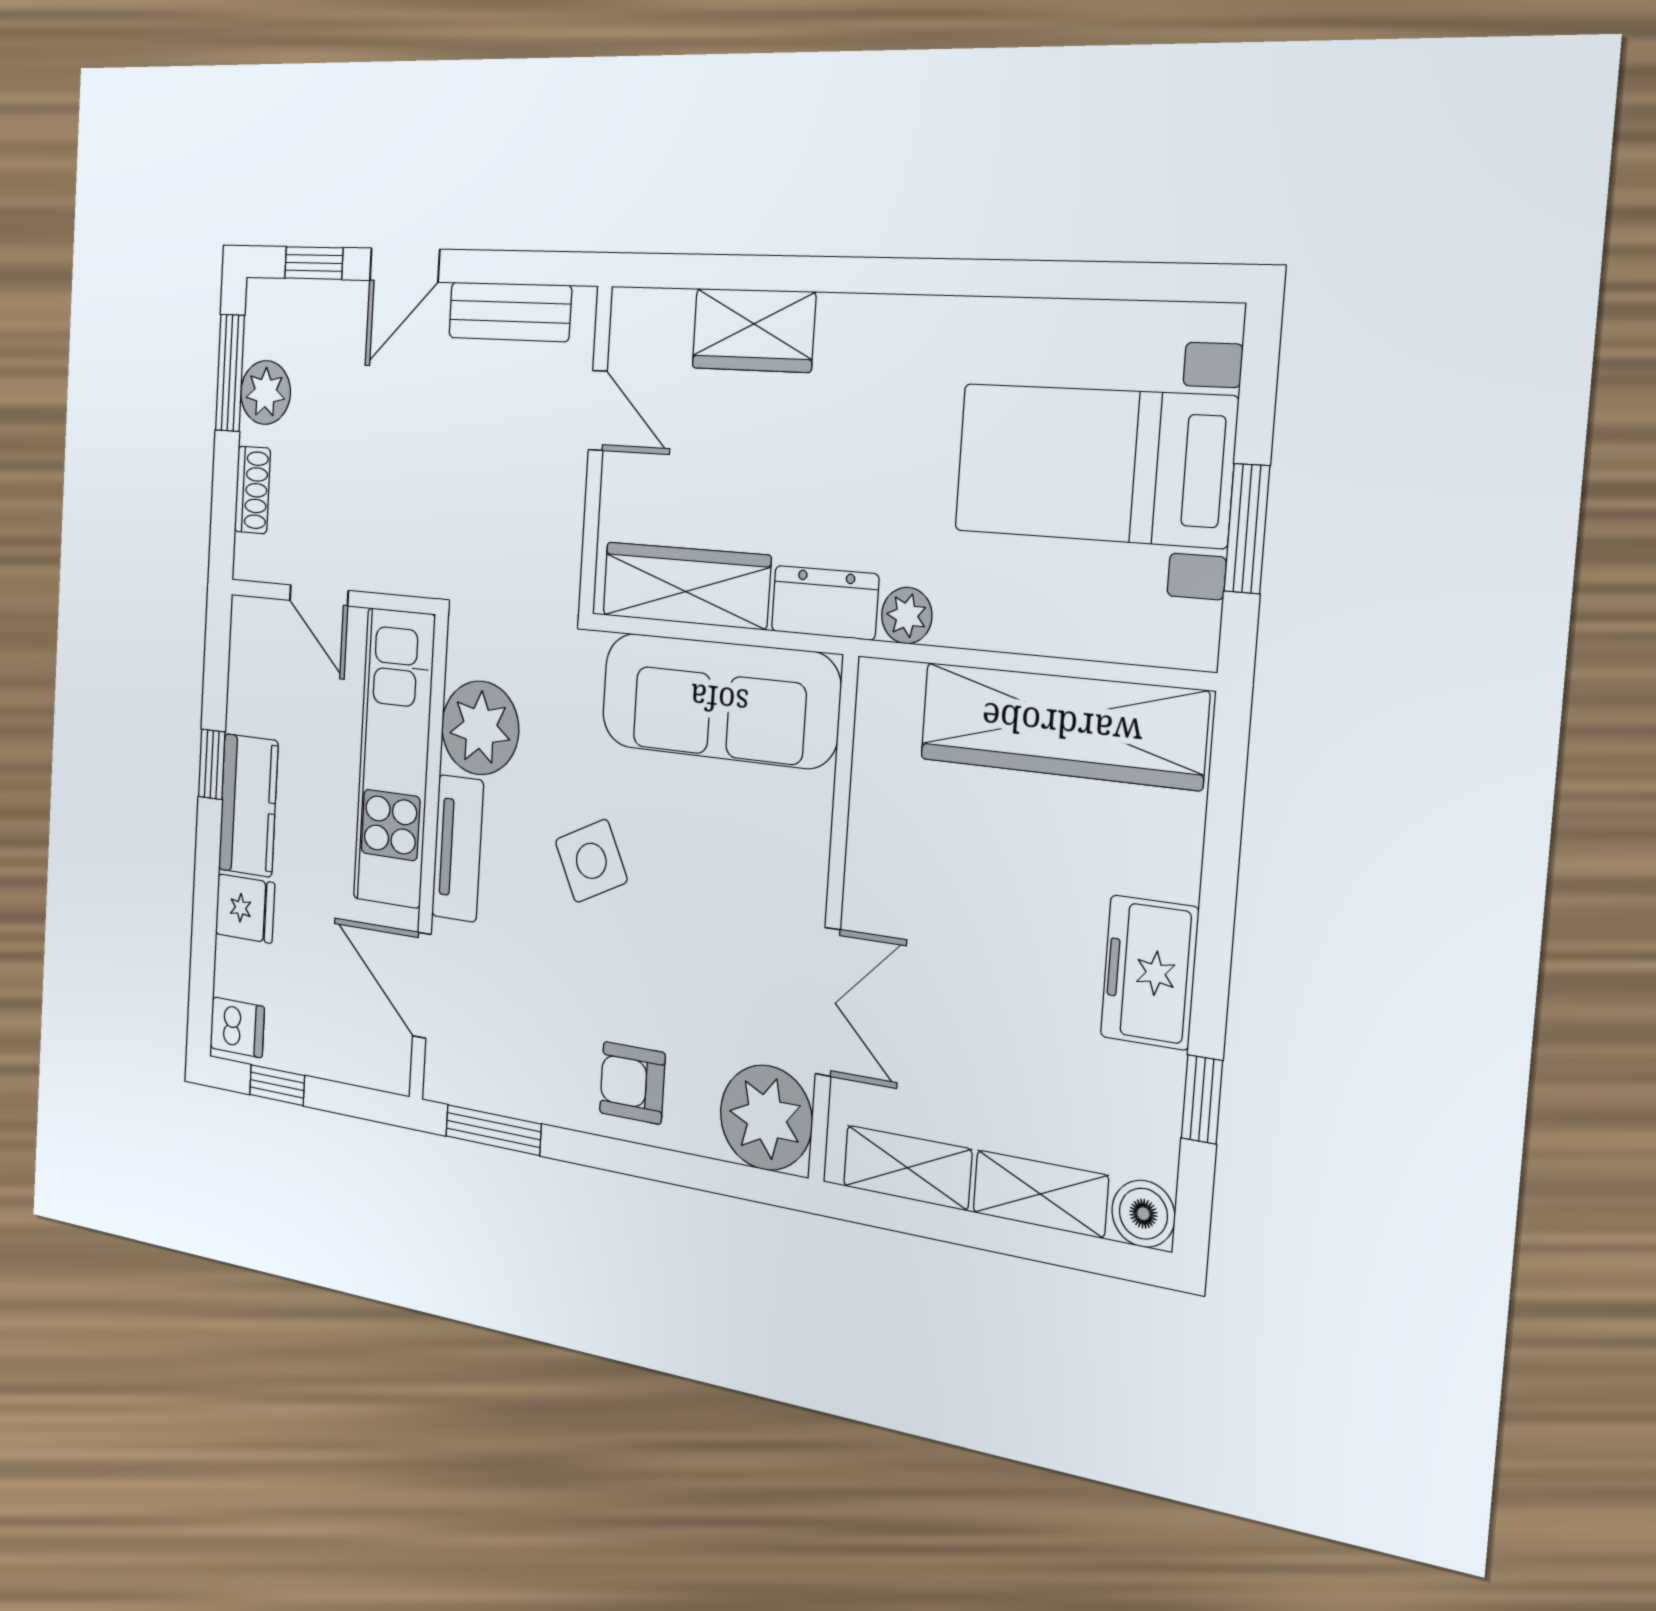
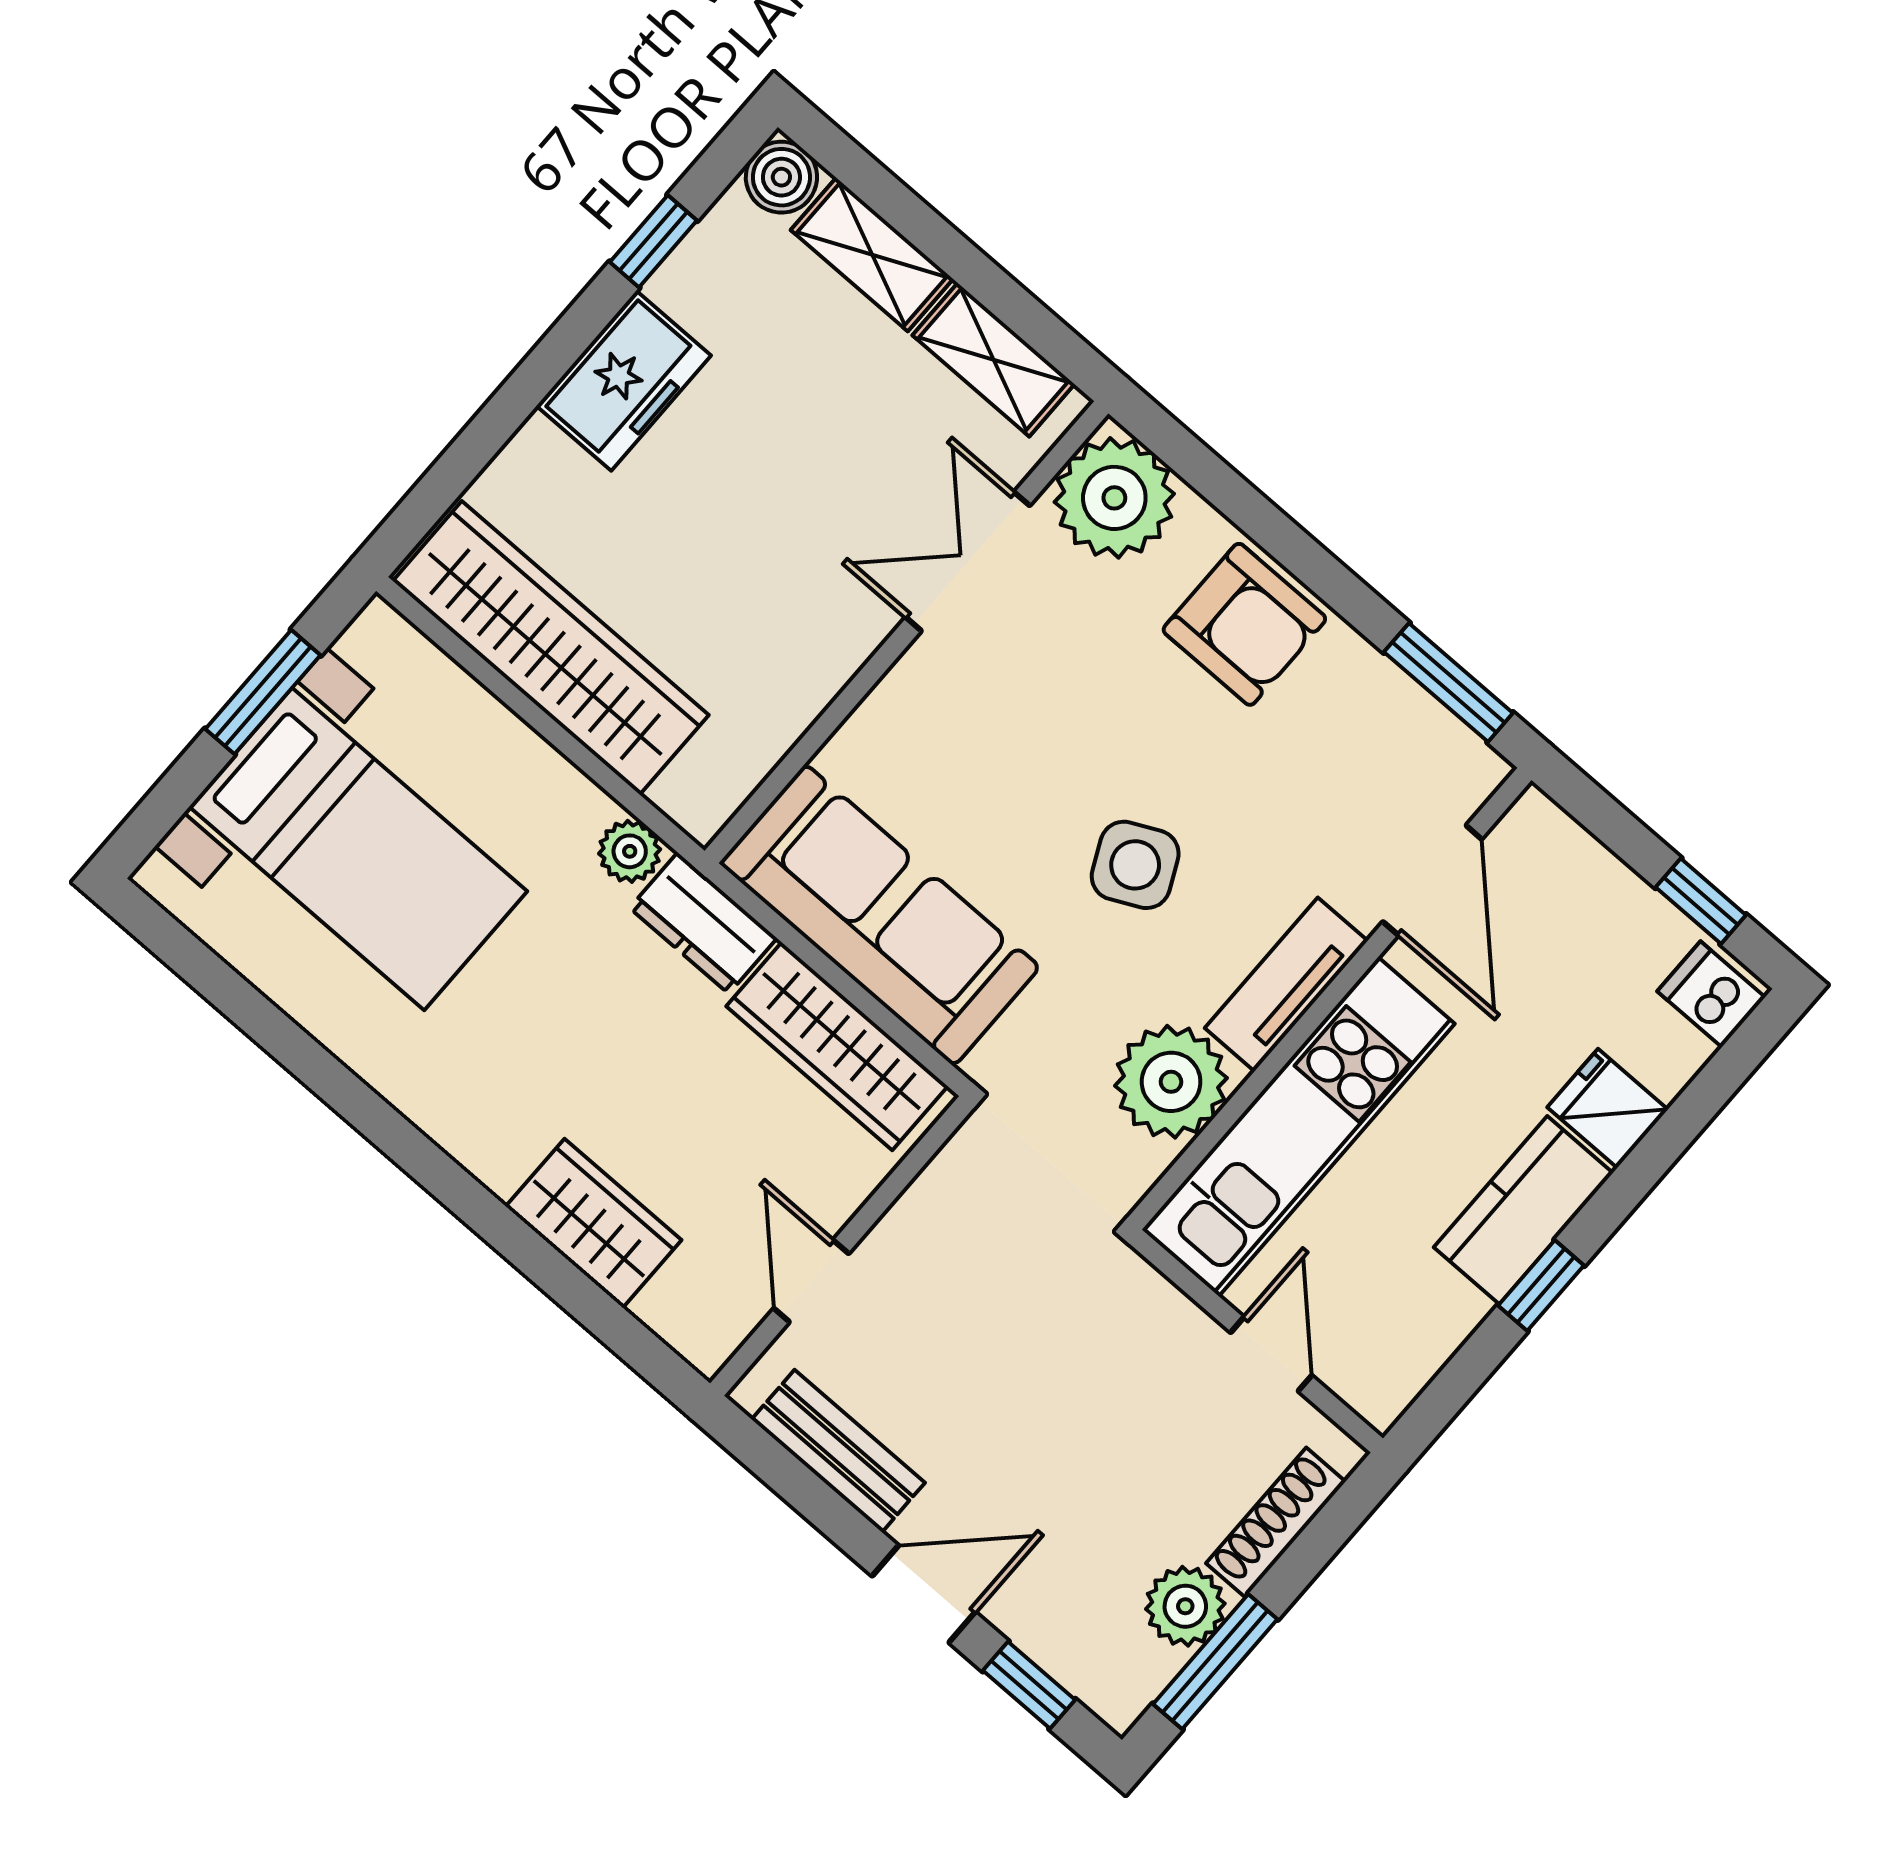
shoe rack: (252, 490) -> (1276, 1522), width x1.43
armchair: (632, 1083) -> (1244, 624), width x1.38, depth x1.38

